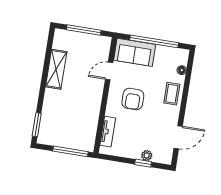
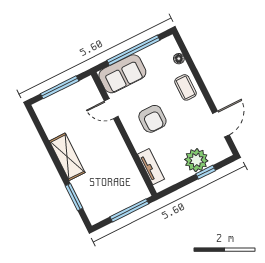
shelving: (56, 69) -> (67, 157), moved
door: (109, 71) -> (111, 109), hinge flipped
window: (37, 125) -> (74, 197), moved
plant: (147, 156) -> (196, 160), width x1.88, depth x1.88

